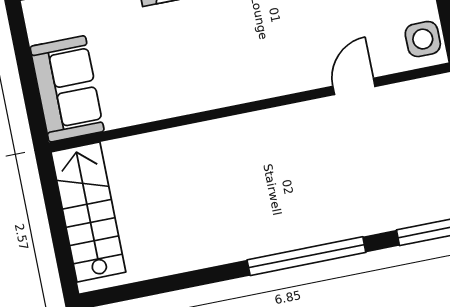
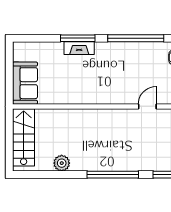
plant: (186, 253) -> (62, 163), added

